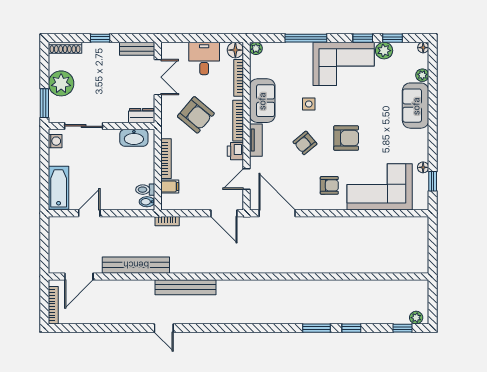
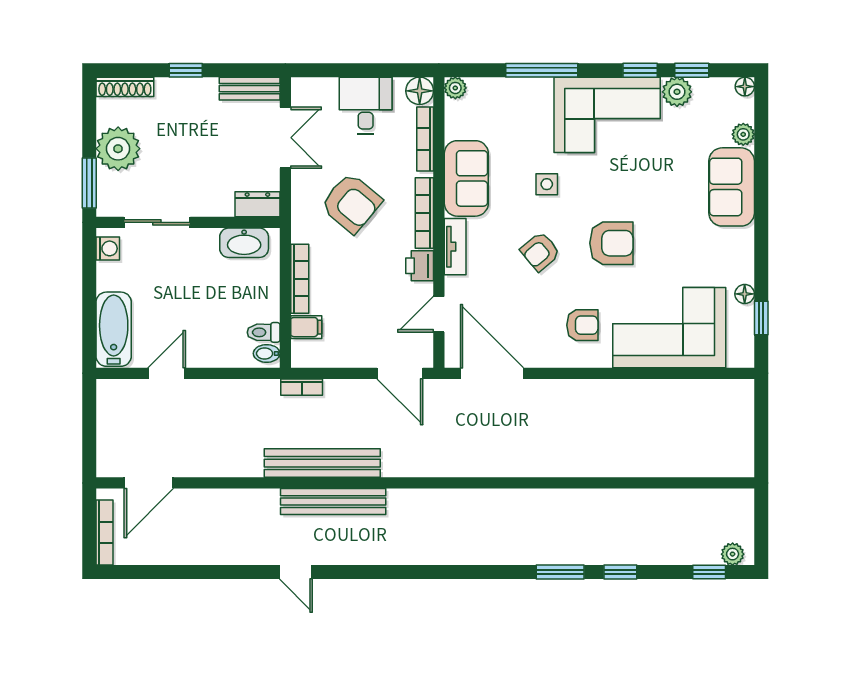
bench: (136, 265) -> (322, 463), moved

